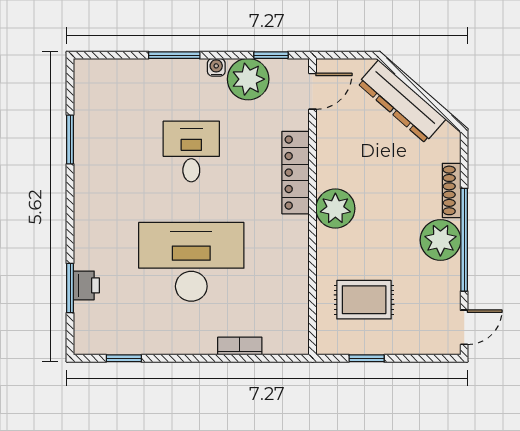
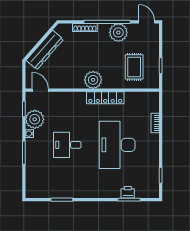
locker: (296, 173) -> (105, 98), moved
plant: (440, 240) -> (118, 32), moved

